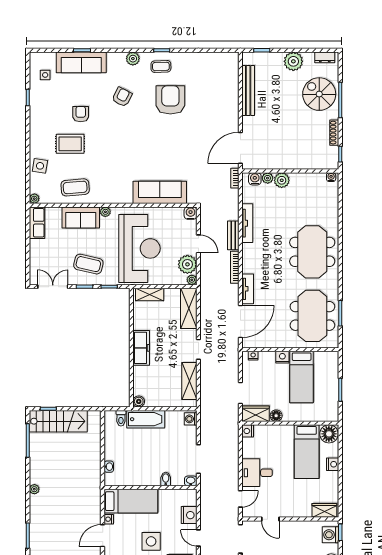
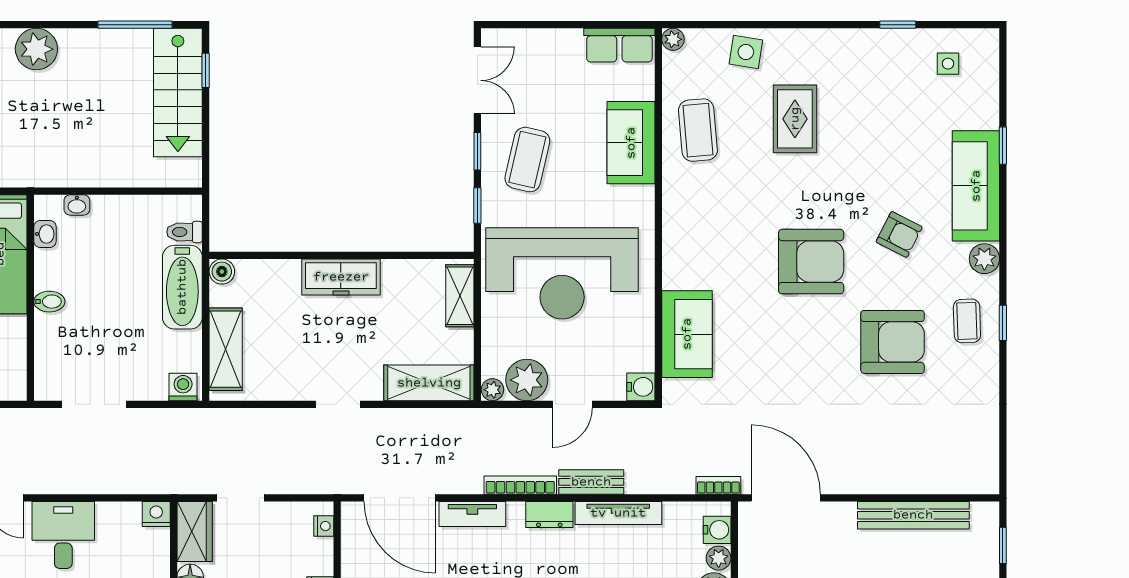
sofa: (81, 62) -> (976, 186), moved
armchair: (81, 114) -> (811, 262), moved, width x1.88, depth x1.88
sofa: (160, 192) -> (687, 334), width x0.73
plant: (105, 212) -> (644, 198), removed
dresser: (248, 254) -> (549, 514), added
shelving: (189, 381) -> (226, 349), moved, turned 90
bidet: (166, 479) -> (49, 302), moved
washbasin: (191, 481) -> (45, 234), moved
plant: (34, 489) -> (36, 49), width x1.88, depth x1.88

